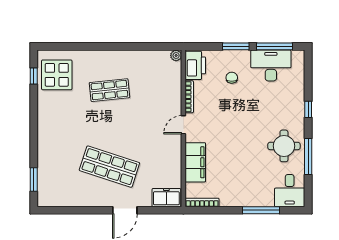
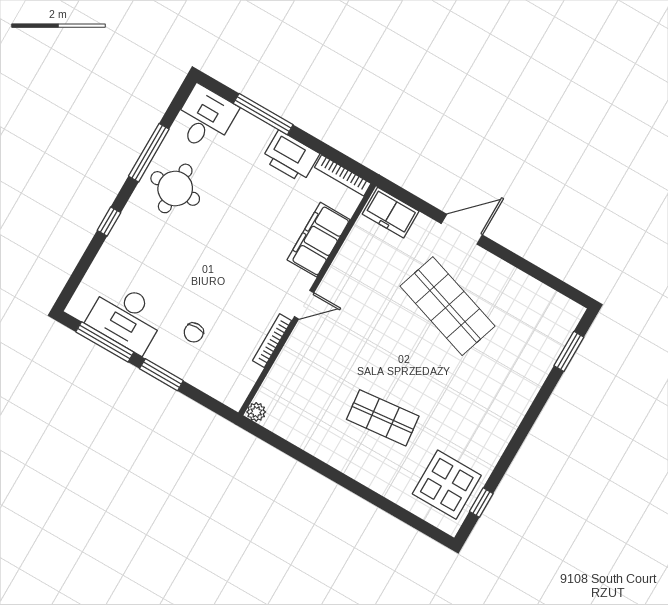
printer: (195, 65) -> (291, 157), moved, turned -90

